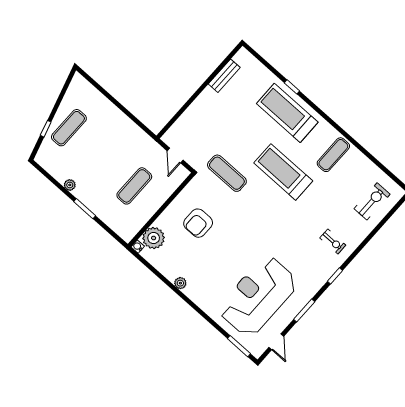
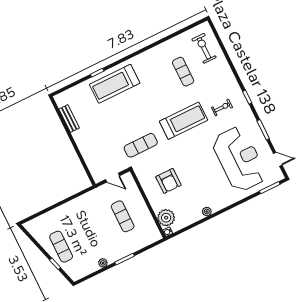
exercise mat: (333, 155) -> (183, 72), moved
treadmill: (283, 172) -> (184, 121), moved, turned 180
exercise bike: (333, 241) -> (222, 107), moved
reception desk: (258, 296) -> (239, 159), turned 180

